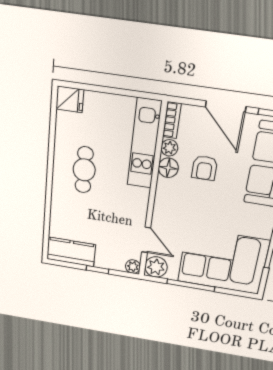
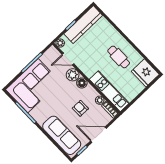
fridge: (70, 99) -> (145, 73), width x1.88, depth x1.34
floor lamp: (168, 168) -> (82, 83), moved
kitchen counter: (71, 252) -> (83, 25), width x1.50
plant: (156, 267) -> (73, 75), moved

